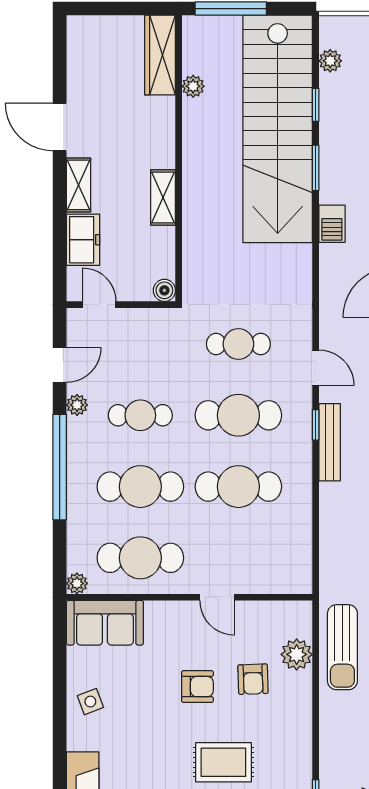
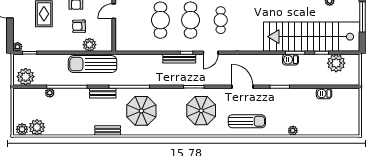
plant: (330, 61) -> (336, 63), width x1.87, depth x1.87
barbecue: (332, 224) -> (290, 60), moved
sun lounger: (342, 647) -> (93, 64), width x1.36, depth x1.34

